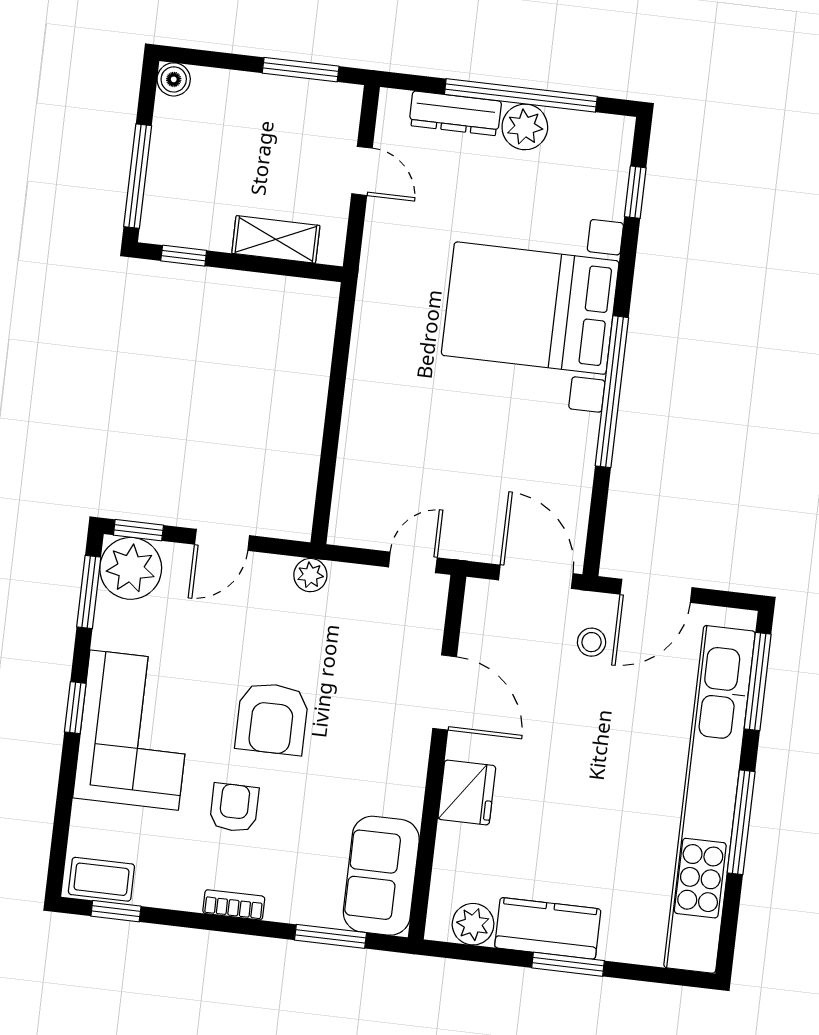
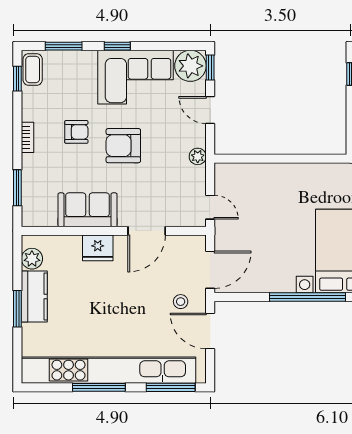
window: (89, 592) -> (64, 46), moved
corner sofa: (134, 730) -> (135, 77), moved
sofa: (381, 876) -> (88, 210), moved

